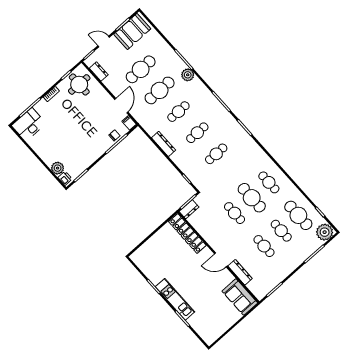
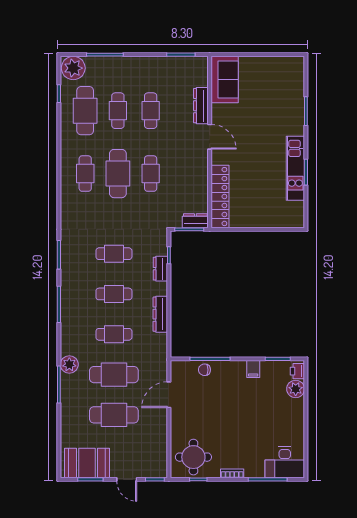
dresser: (99, 71) -> (160, 269), moved
filing cabinet: (129, 123) -> (253, 369), moved
kitchen unit: (175, 299) -> (295, 168), moved

